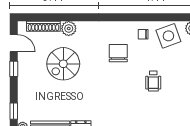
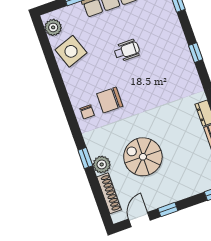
window: (79, 17) -> (85, 158), added
chair: (143, 34) -> (87, 112), moved
spiral stairs: (63, 64) -> (143, 157), turned 180

